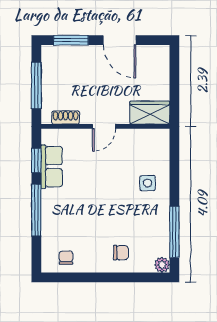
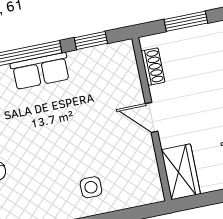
window: (36, 85) -> (186, 21), width x0.69
row of seats: (52, 167) -> (40, 71), moved

